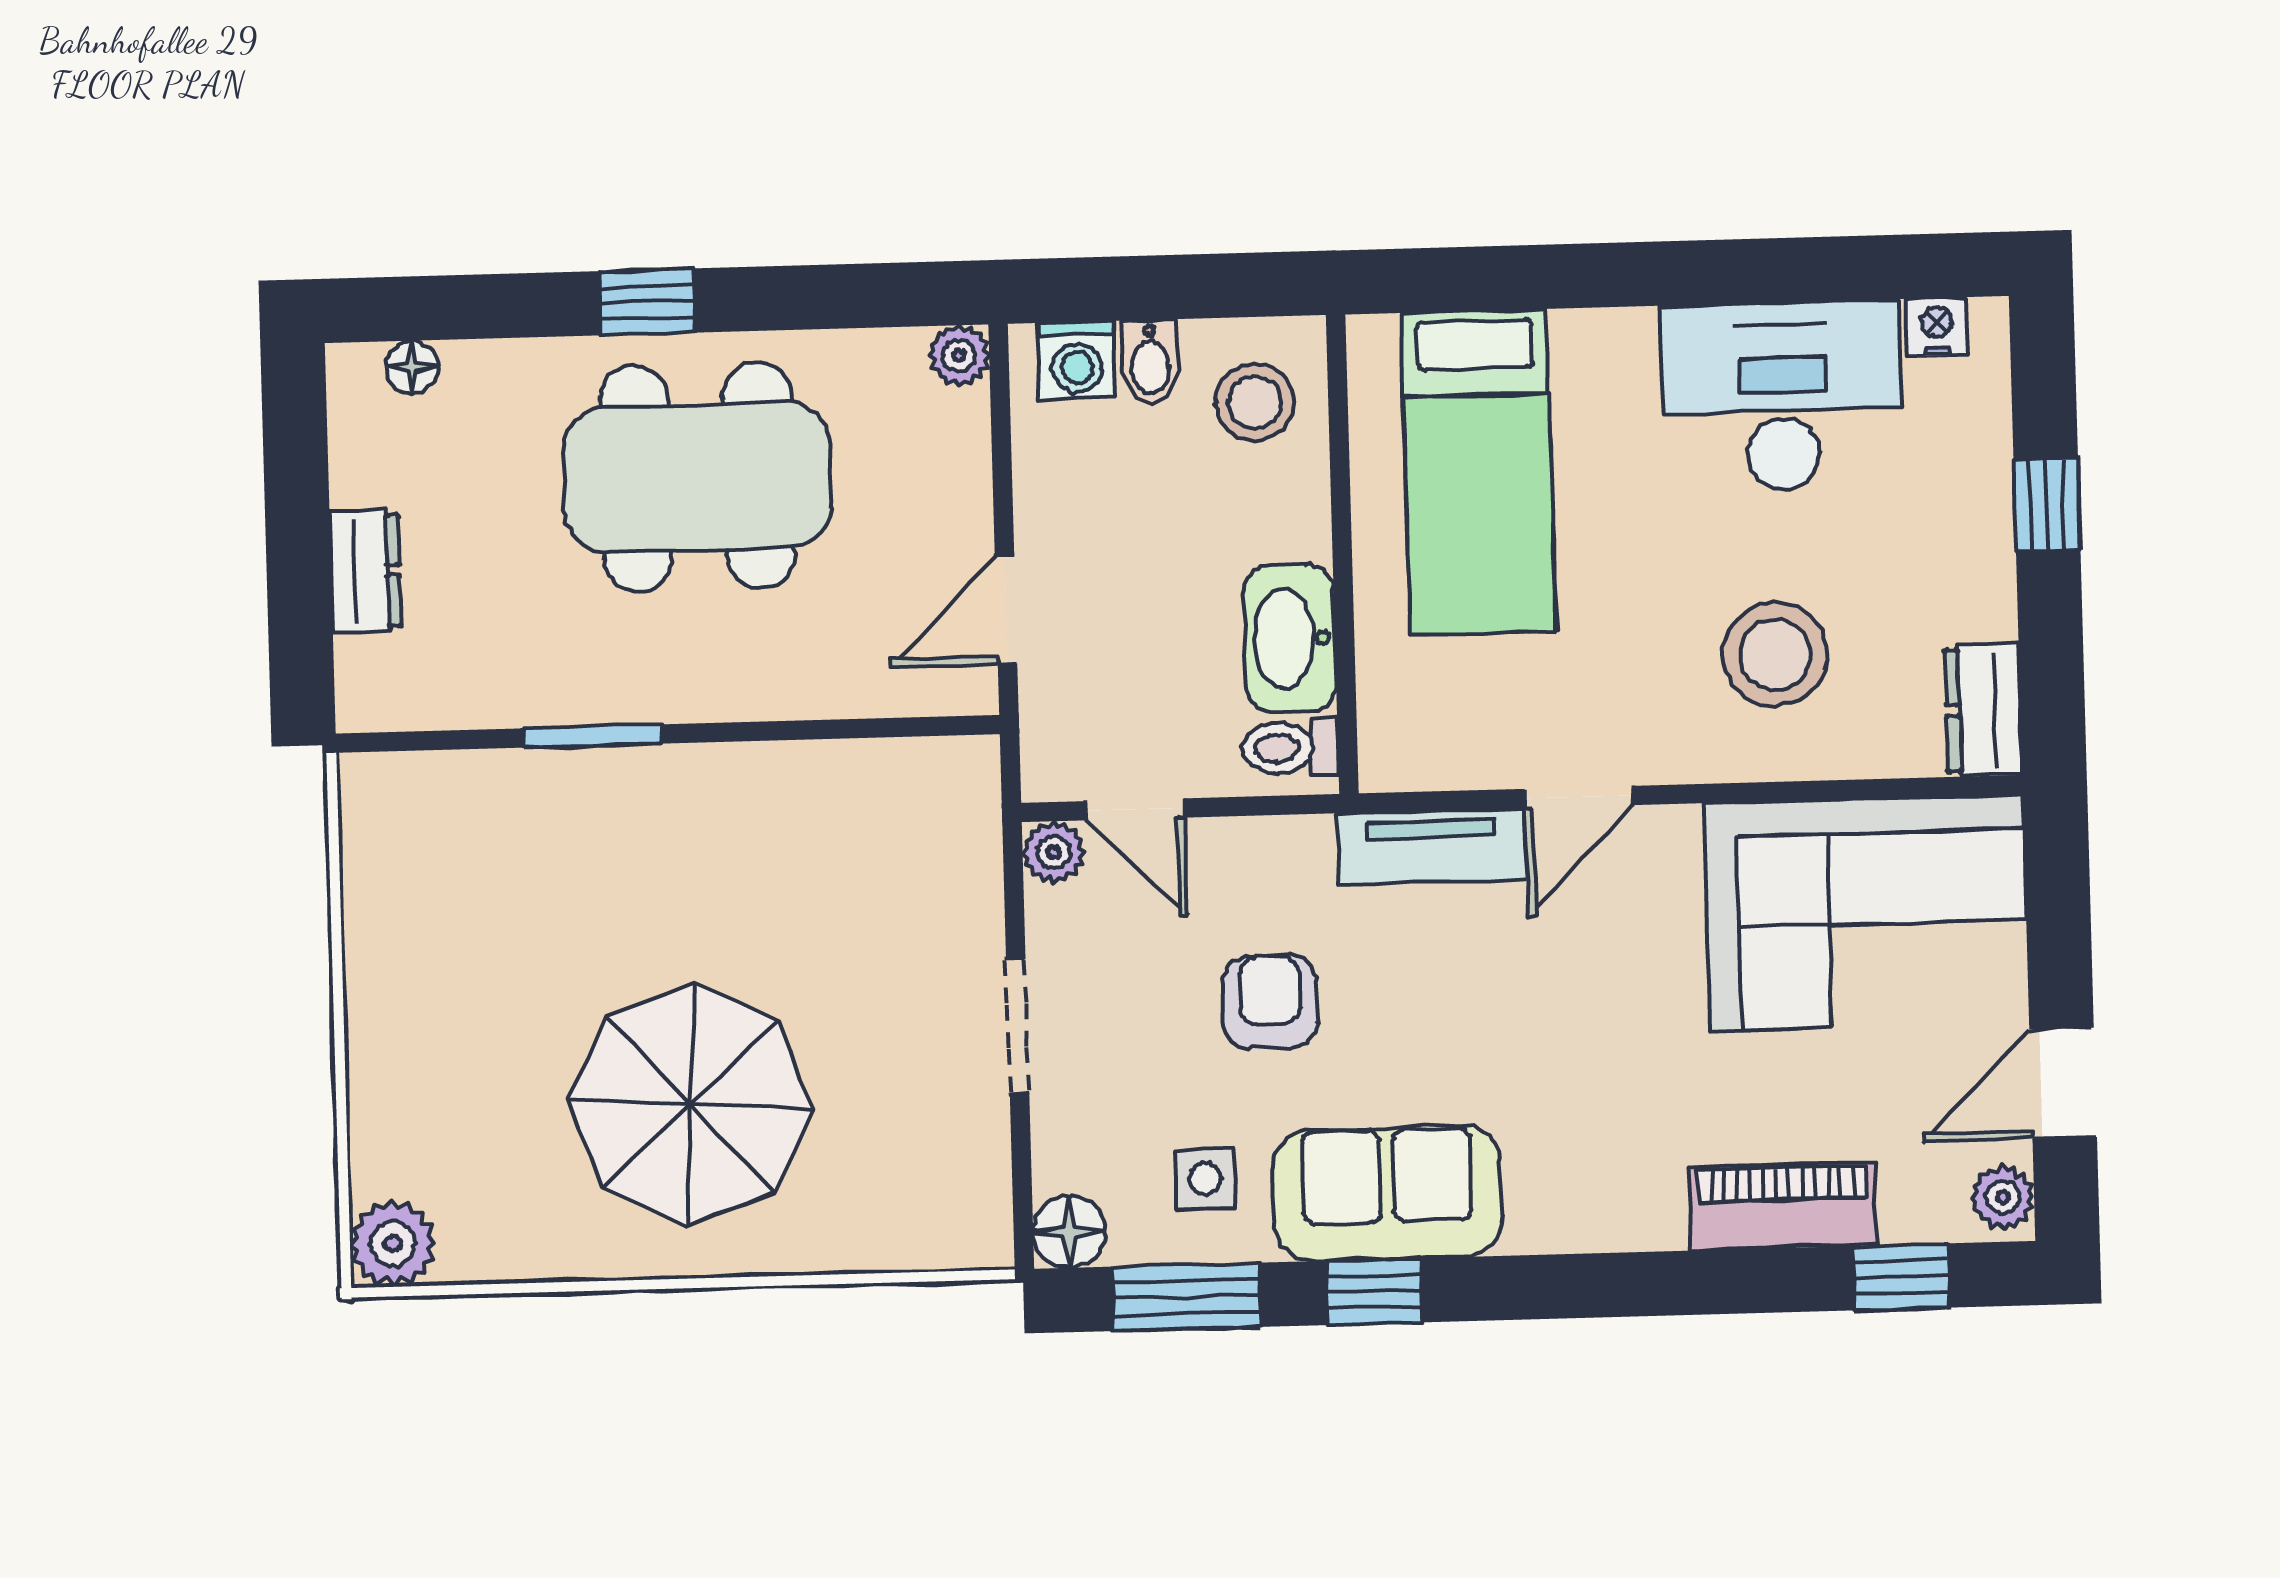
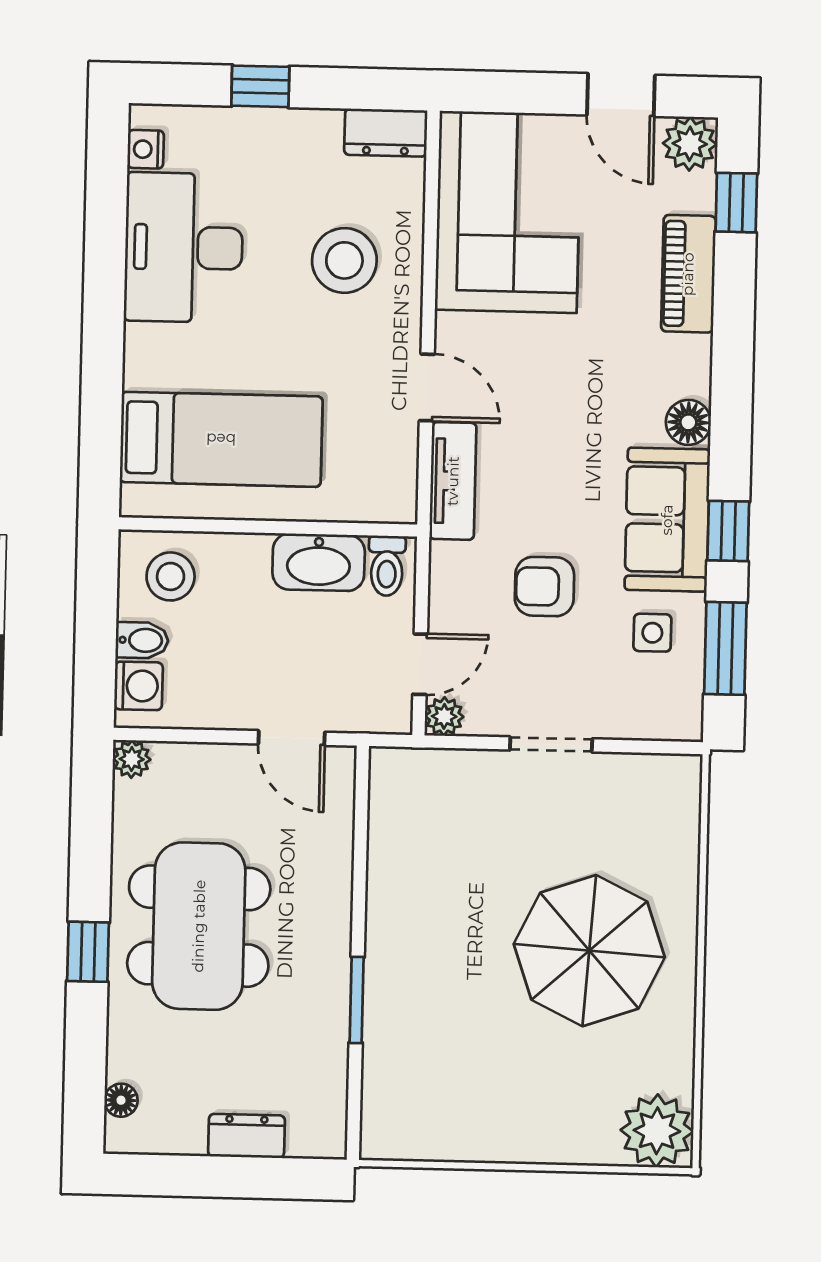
plant: (2003, 1197) -> (690, 144), width x1.38, depth x1.38
floor lamp: (1069, 1232) -> (688, 422), moved
plant: (393, 1244) -> (657, 1131), width x1.36, depth x1.36

